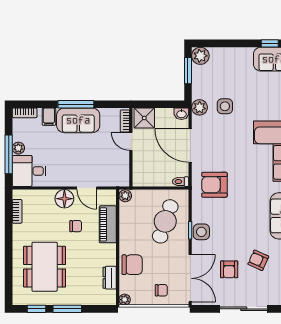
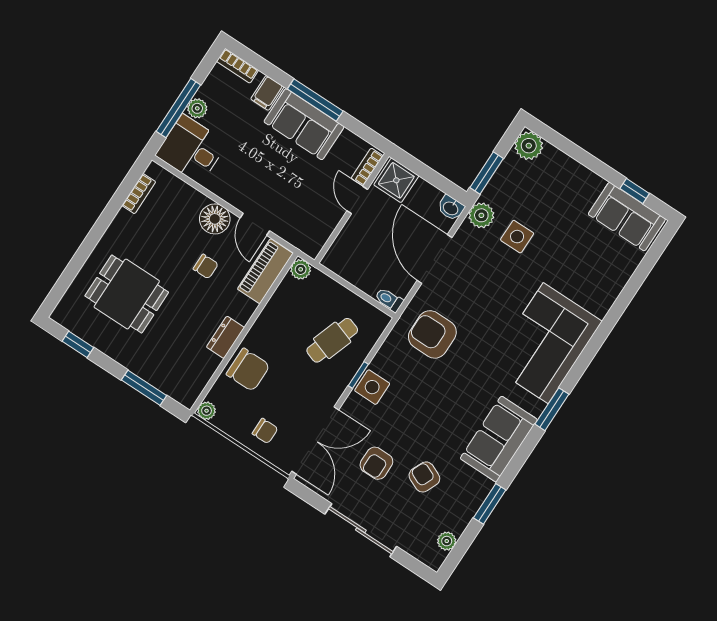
window: (188, 71) -> (487, 173), moved
cafe table: (165, 221) -> (332, 340), width x0.73, depth x0.74
piano: (108, 224) -> (265, 271), moved
dining table: (45, 267) -> (127, 294), width x0.73
dresser: (110, 278) -> (225, 337), moved
window: (67, 309) -> (144, 388), moved

